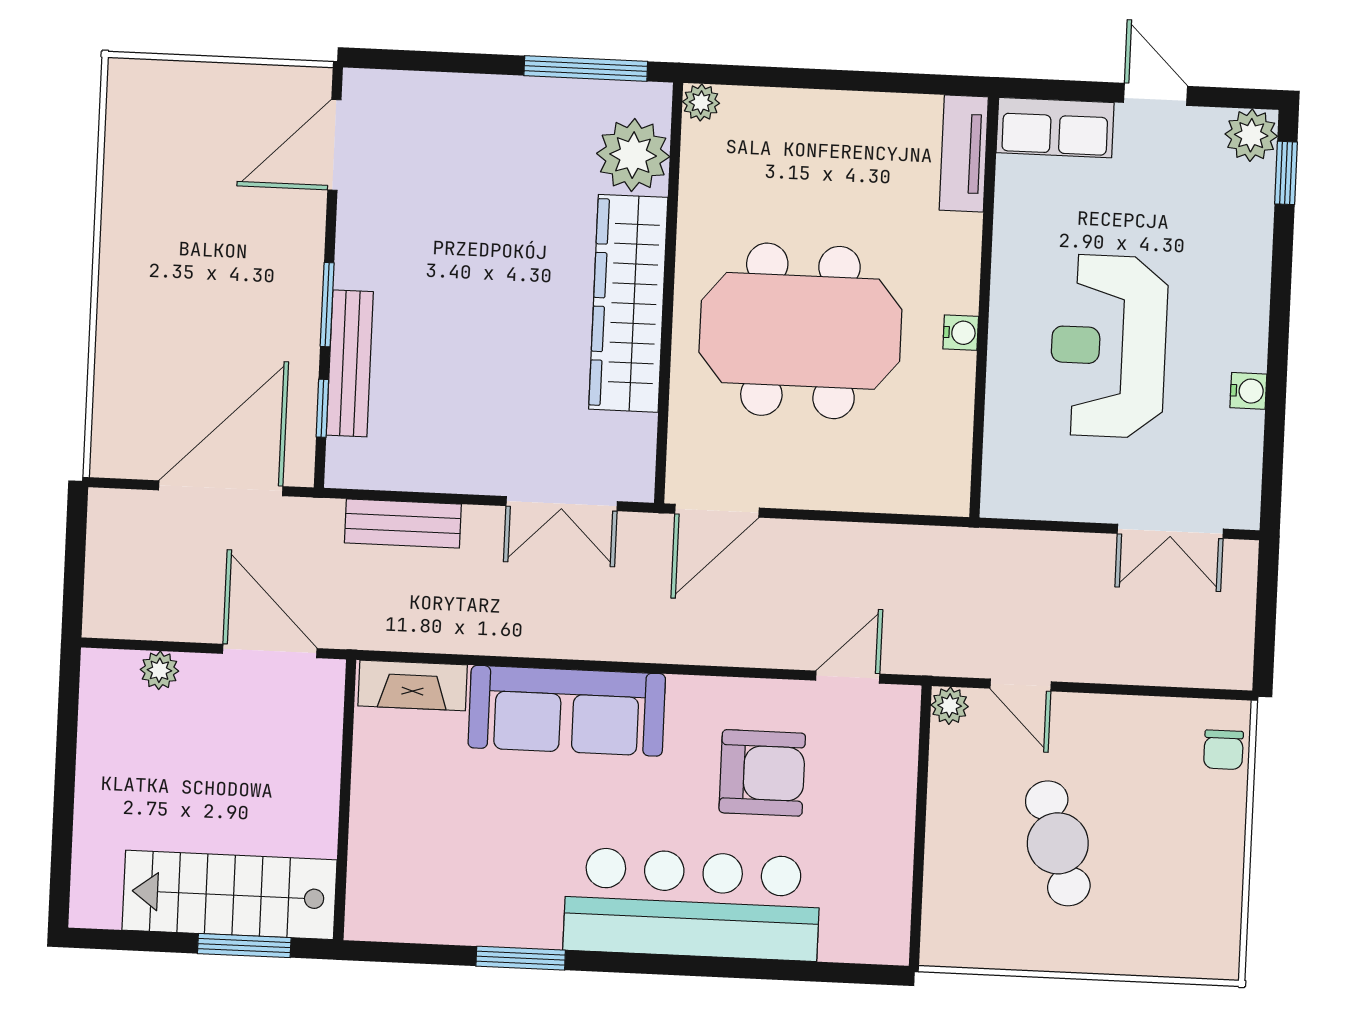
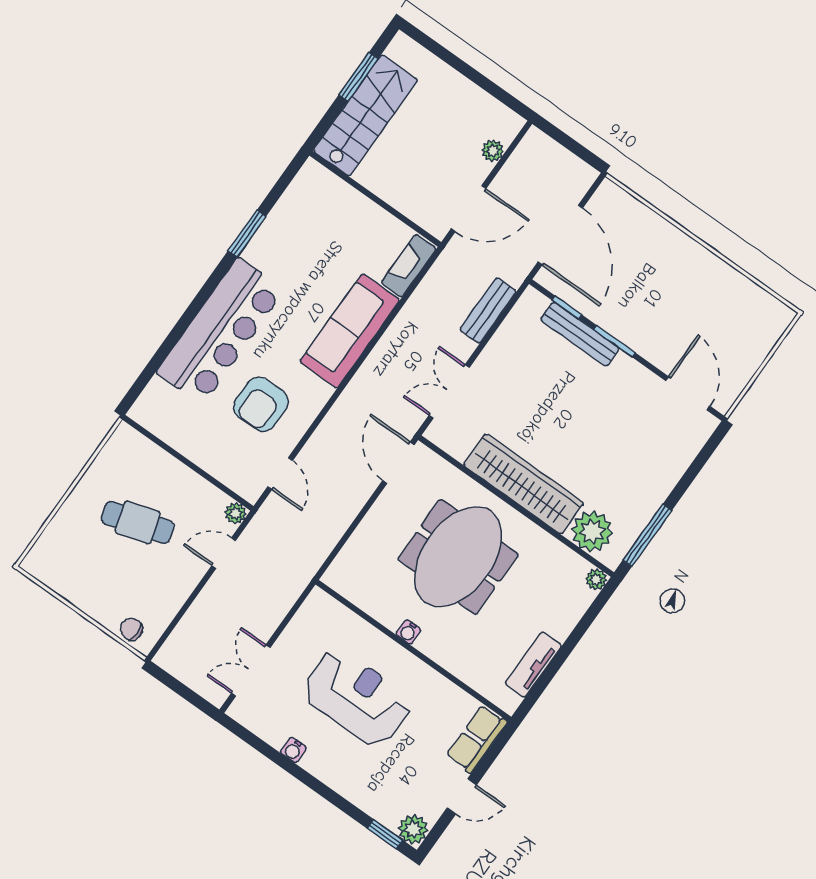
tv unit: (964, 153) -> (533, 665), moved, turned -90
window: (244, 946) -> (358, 77), moved

